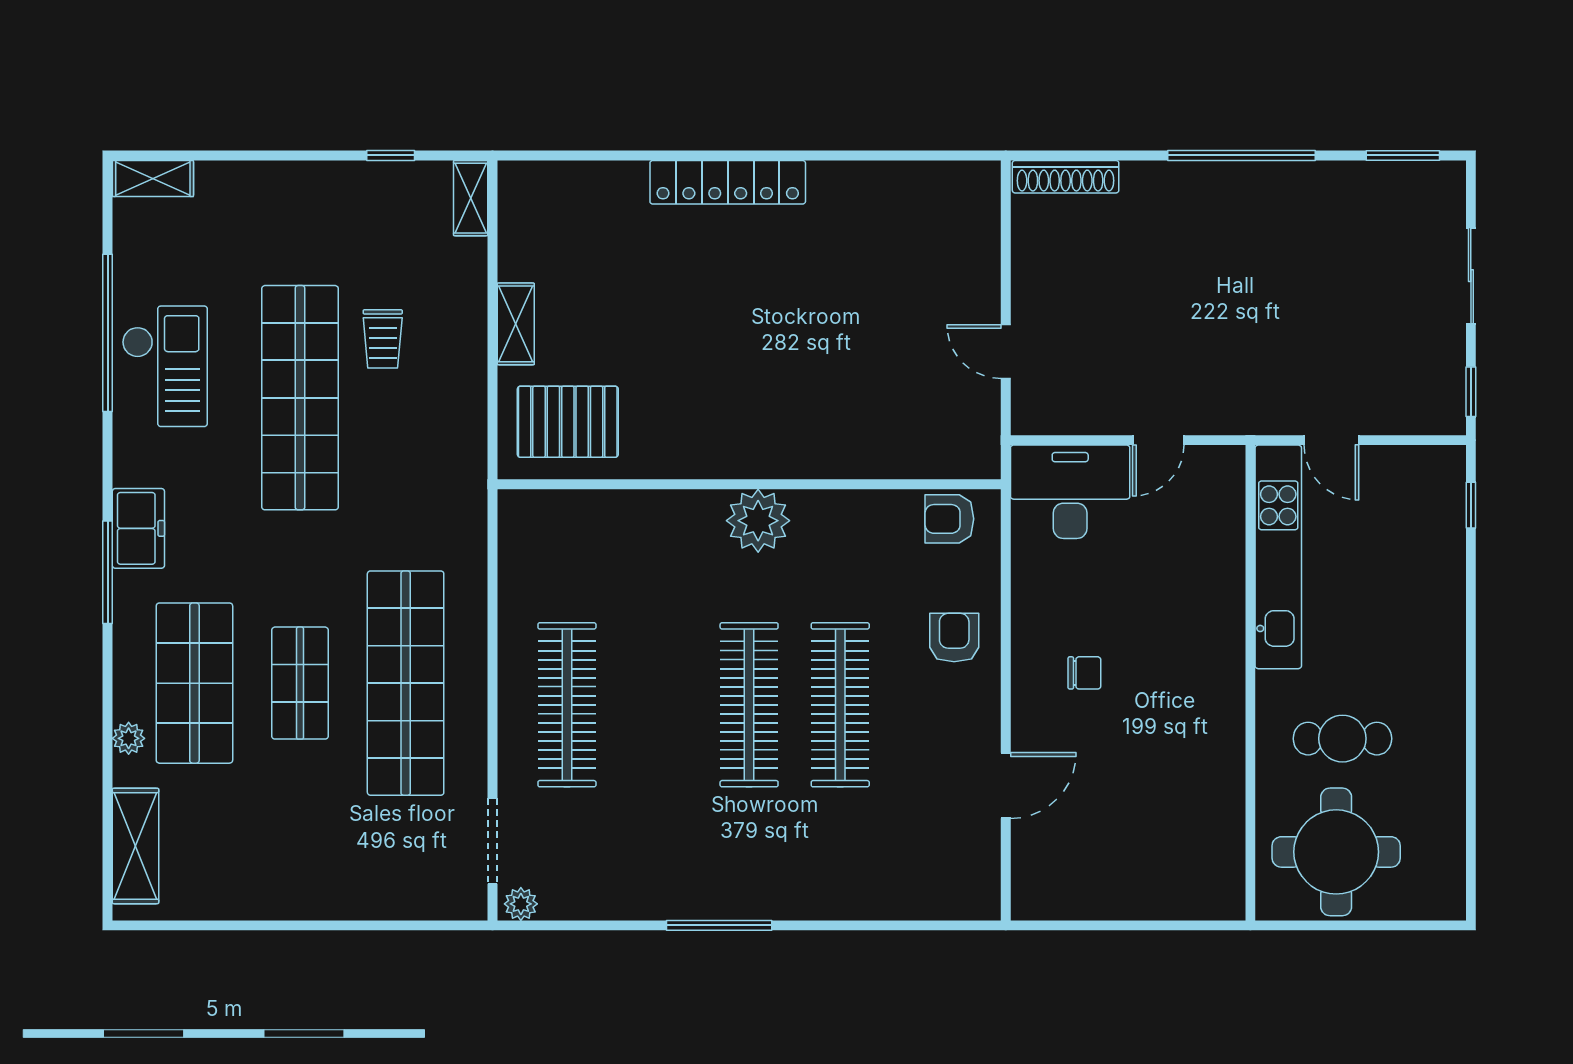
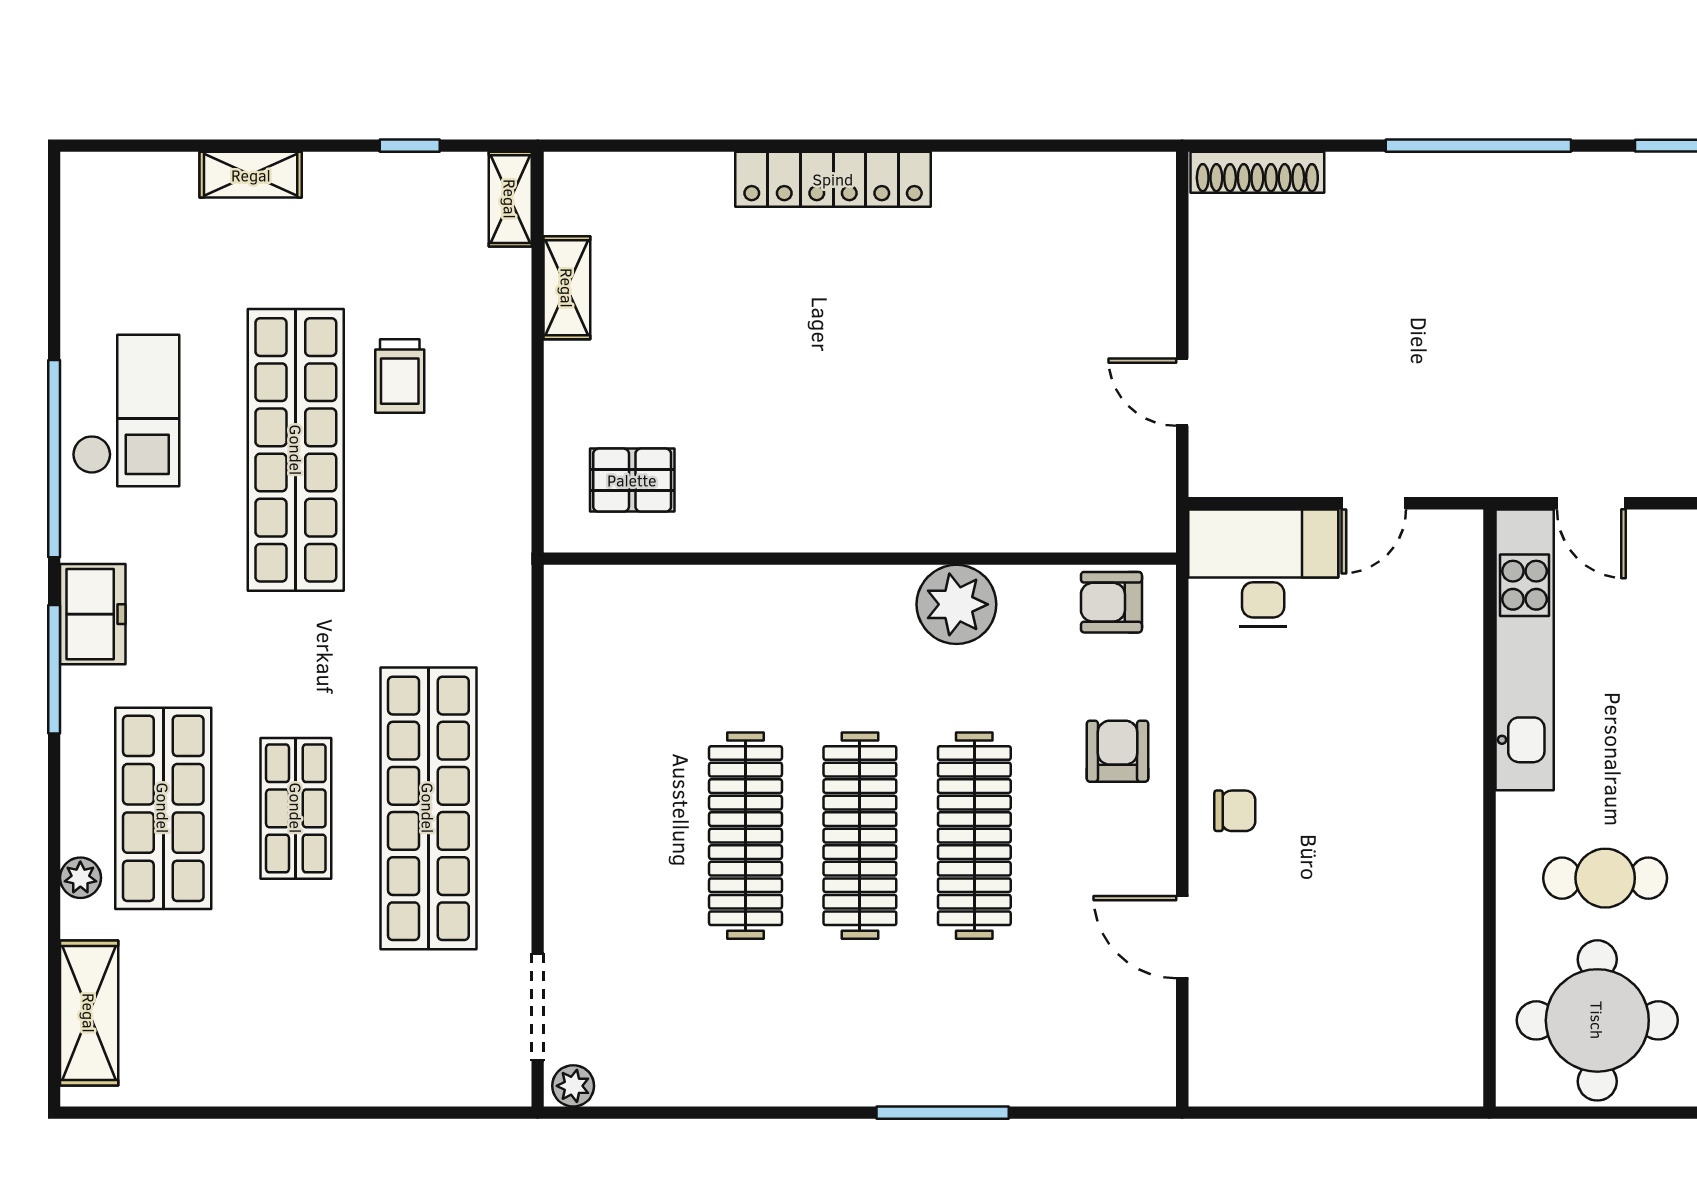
shelving: (153, 179) -> (251, 175), moved
shelving: (516, 324) -> (567, 288), moved
window: (108, 333) -> (54, 459), moved
pallet: (568, 422) -> (632, 480), width x0.67, depth x0.71
plant: (758, 521) -> (956, 604), moved
chair: (1084, 673) -> (1235, 811), moved
clothes rail: (567, 705) -> (746, 836), moved
door: (1006, 786) -> (1182, 937), swing flipped
window: (719, 925) -> (943, 1113), moved

